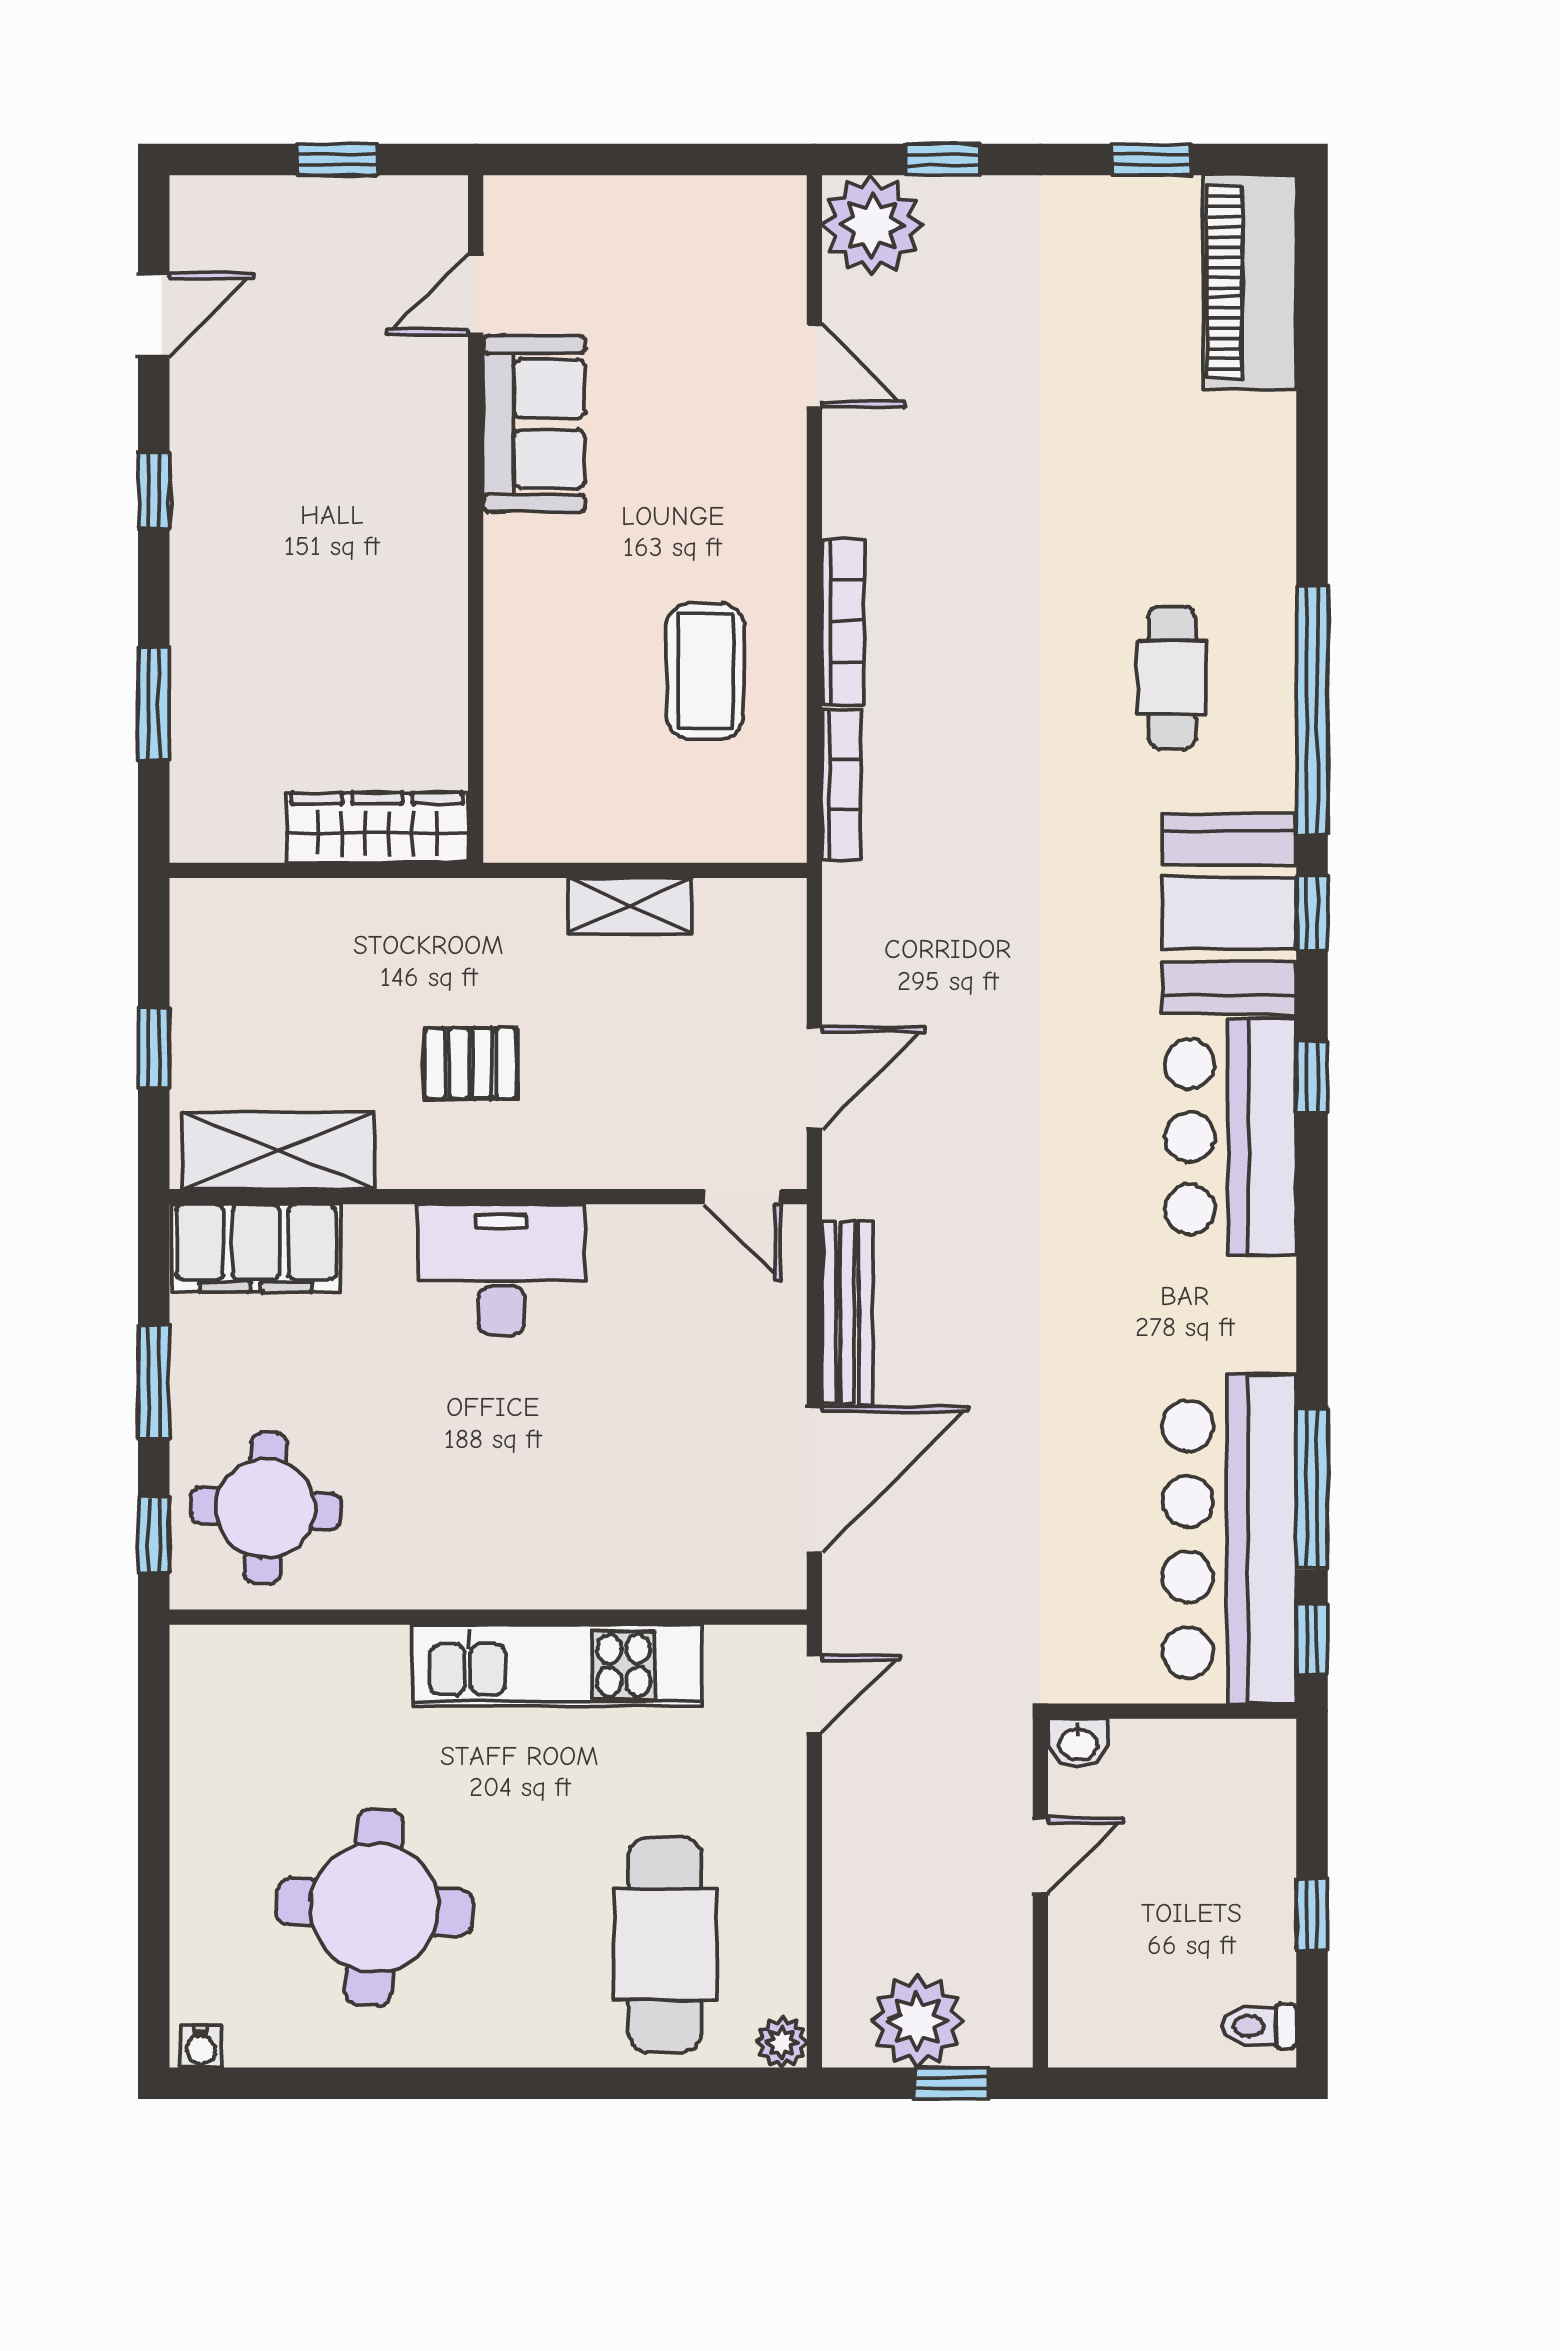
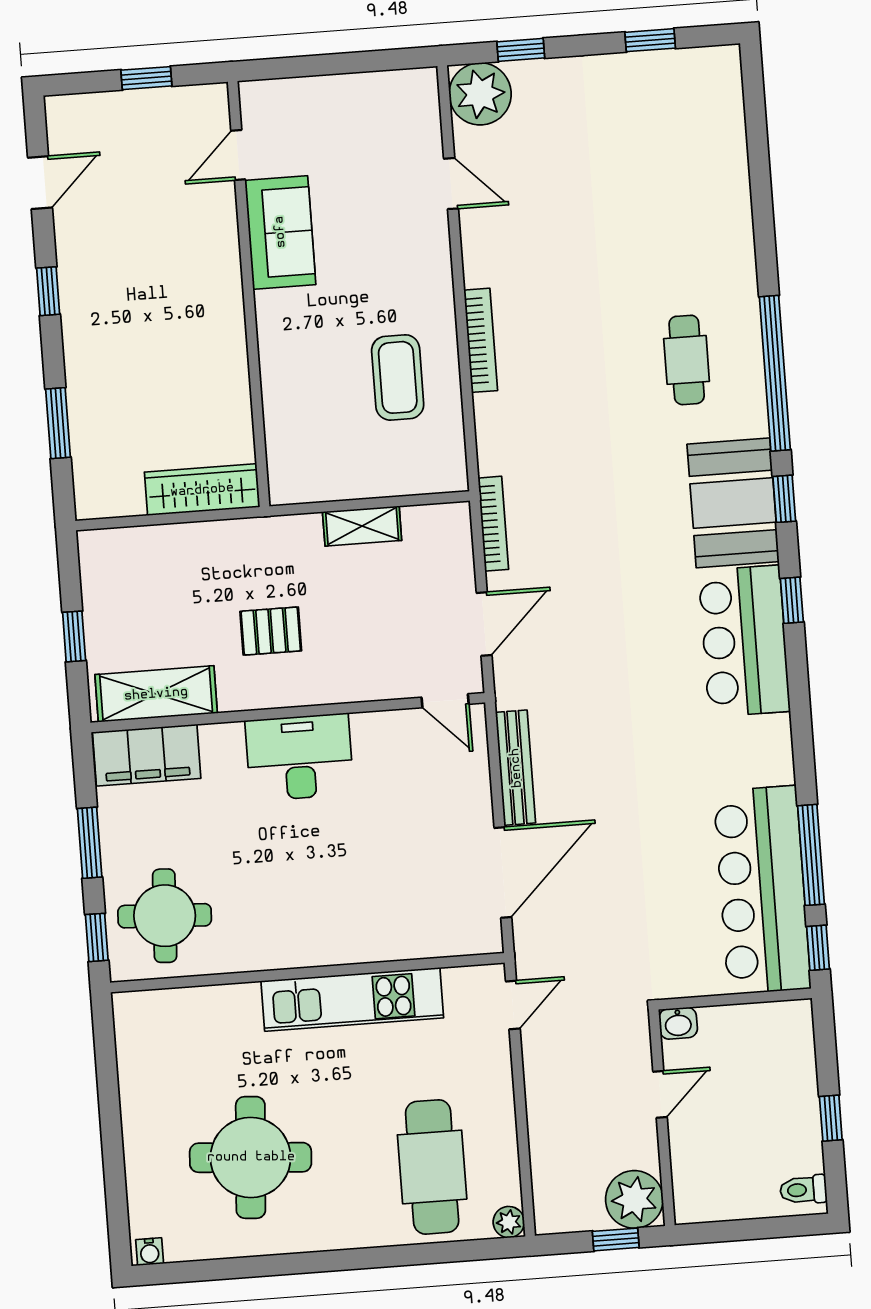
piano: (1250, 283) -> (716, 112), removed
bookcase: (841, 784) -> (493, 524), moved
plant: (917, 2021) -> (634, 1199), moved

